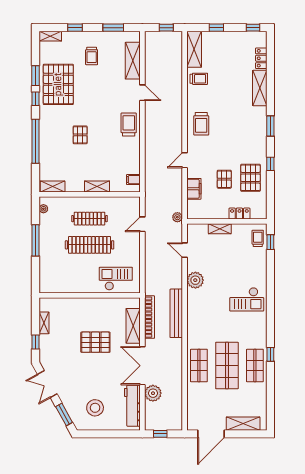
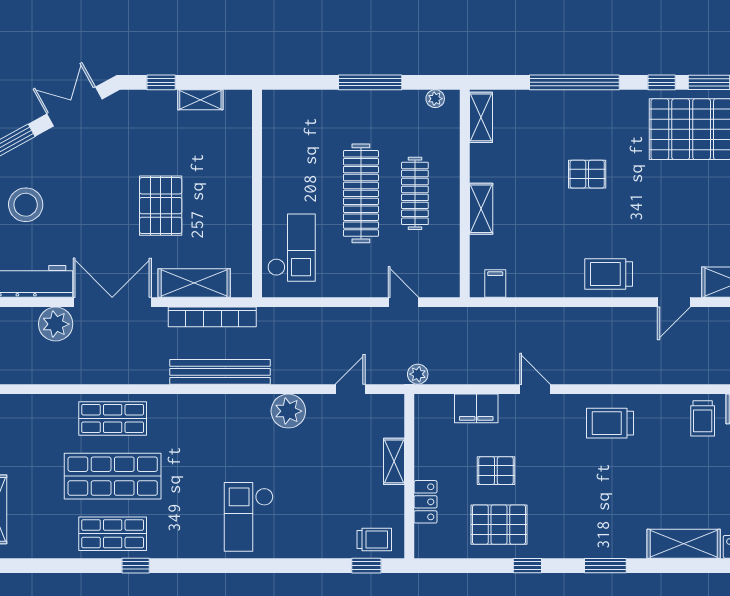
trolley: (129, 124) -> (609, 274), turned 180

